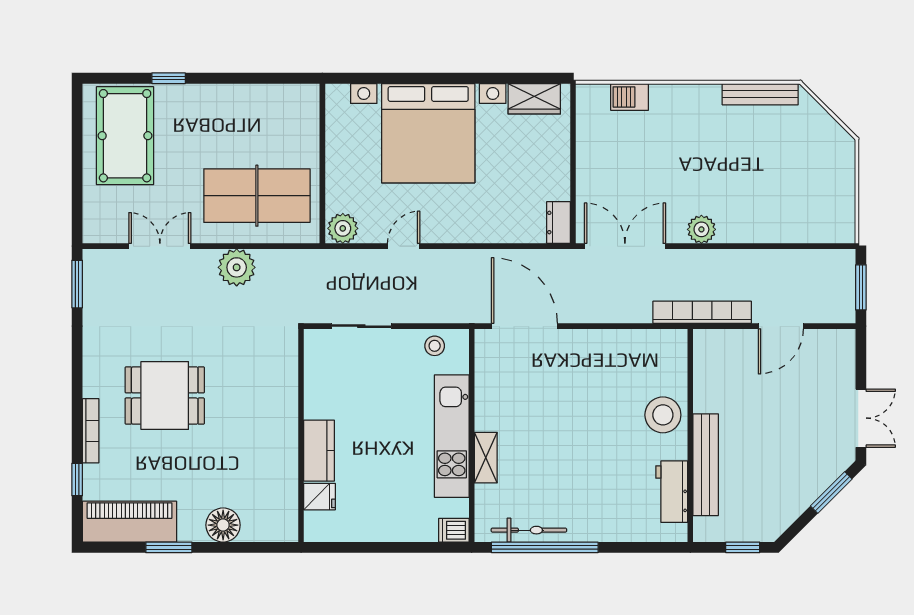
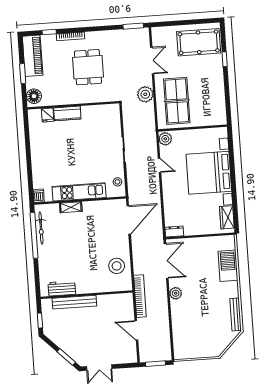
barbecue: (630, 97) -> (228, 266), width x1.88, depth x1.53
stool: (663, 415) -> (117, 266), moved
wall: (301, 435) -> (73, 105), moved
kitchen counter: (319, 451) -> (67, 113), moved
fridge: (320, 497) -> (48, 115), moved

